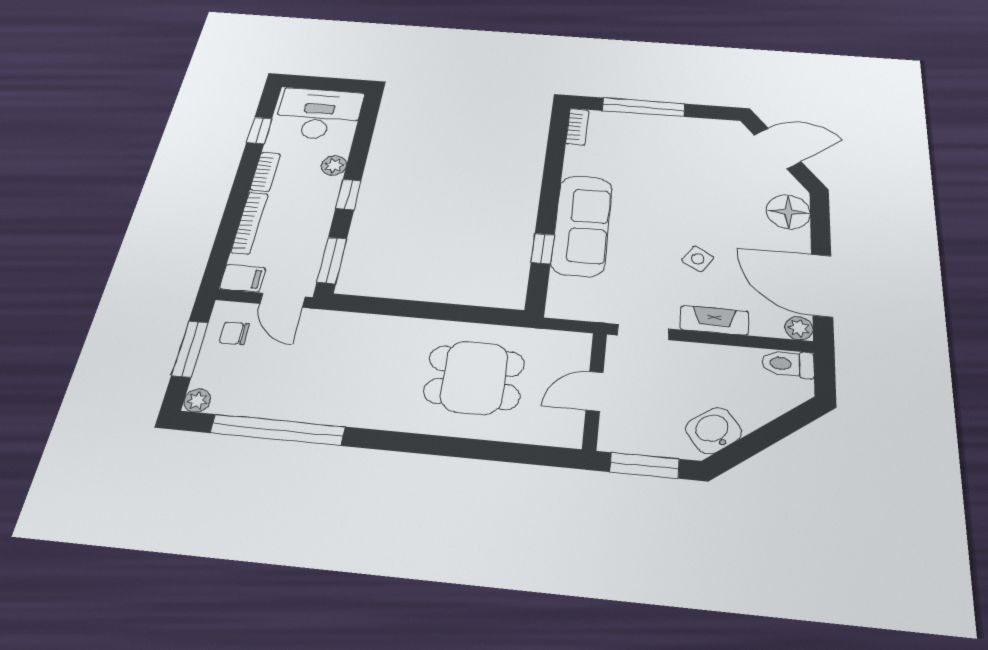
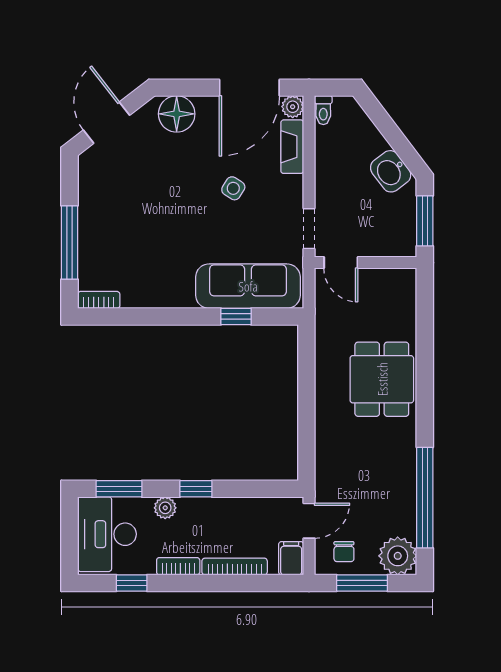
sofa: (582, 225) -> (248, 286), moved
window: (332, 260) -> (119, 489), moved
fireplace: (714, 320) -> (292, 147), moved
toilet: (788, 364) -> (323, 110), width x0.73, depth x0.72
dining table: (474, 377) -> (382, 379), moved
door: (595, 391) -> (341, 263), moved
plant: (197, 401) -> (398, 556), width x1.88, depth x1.88

